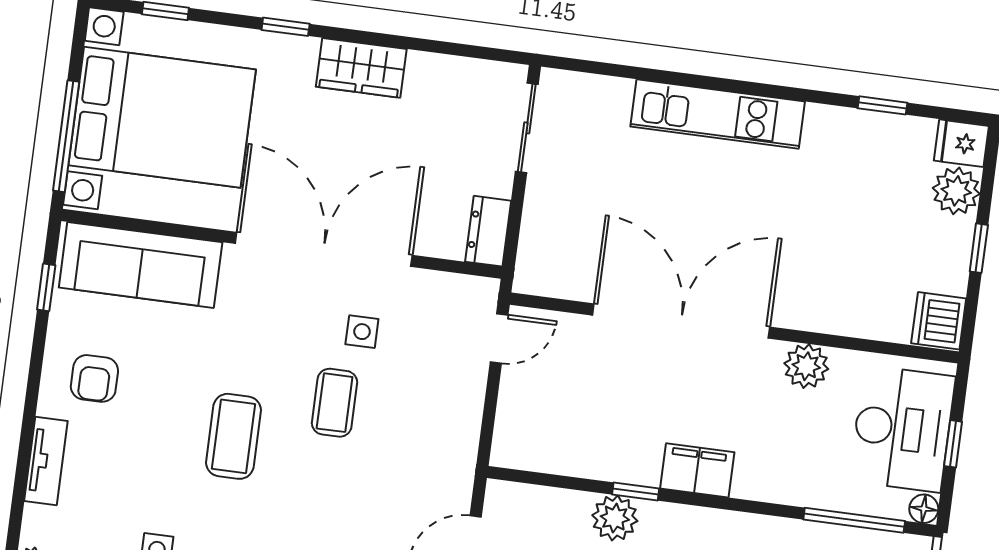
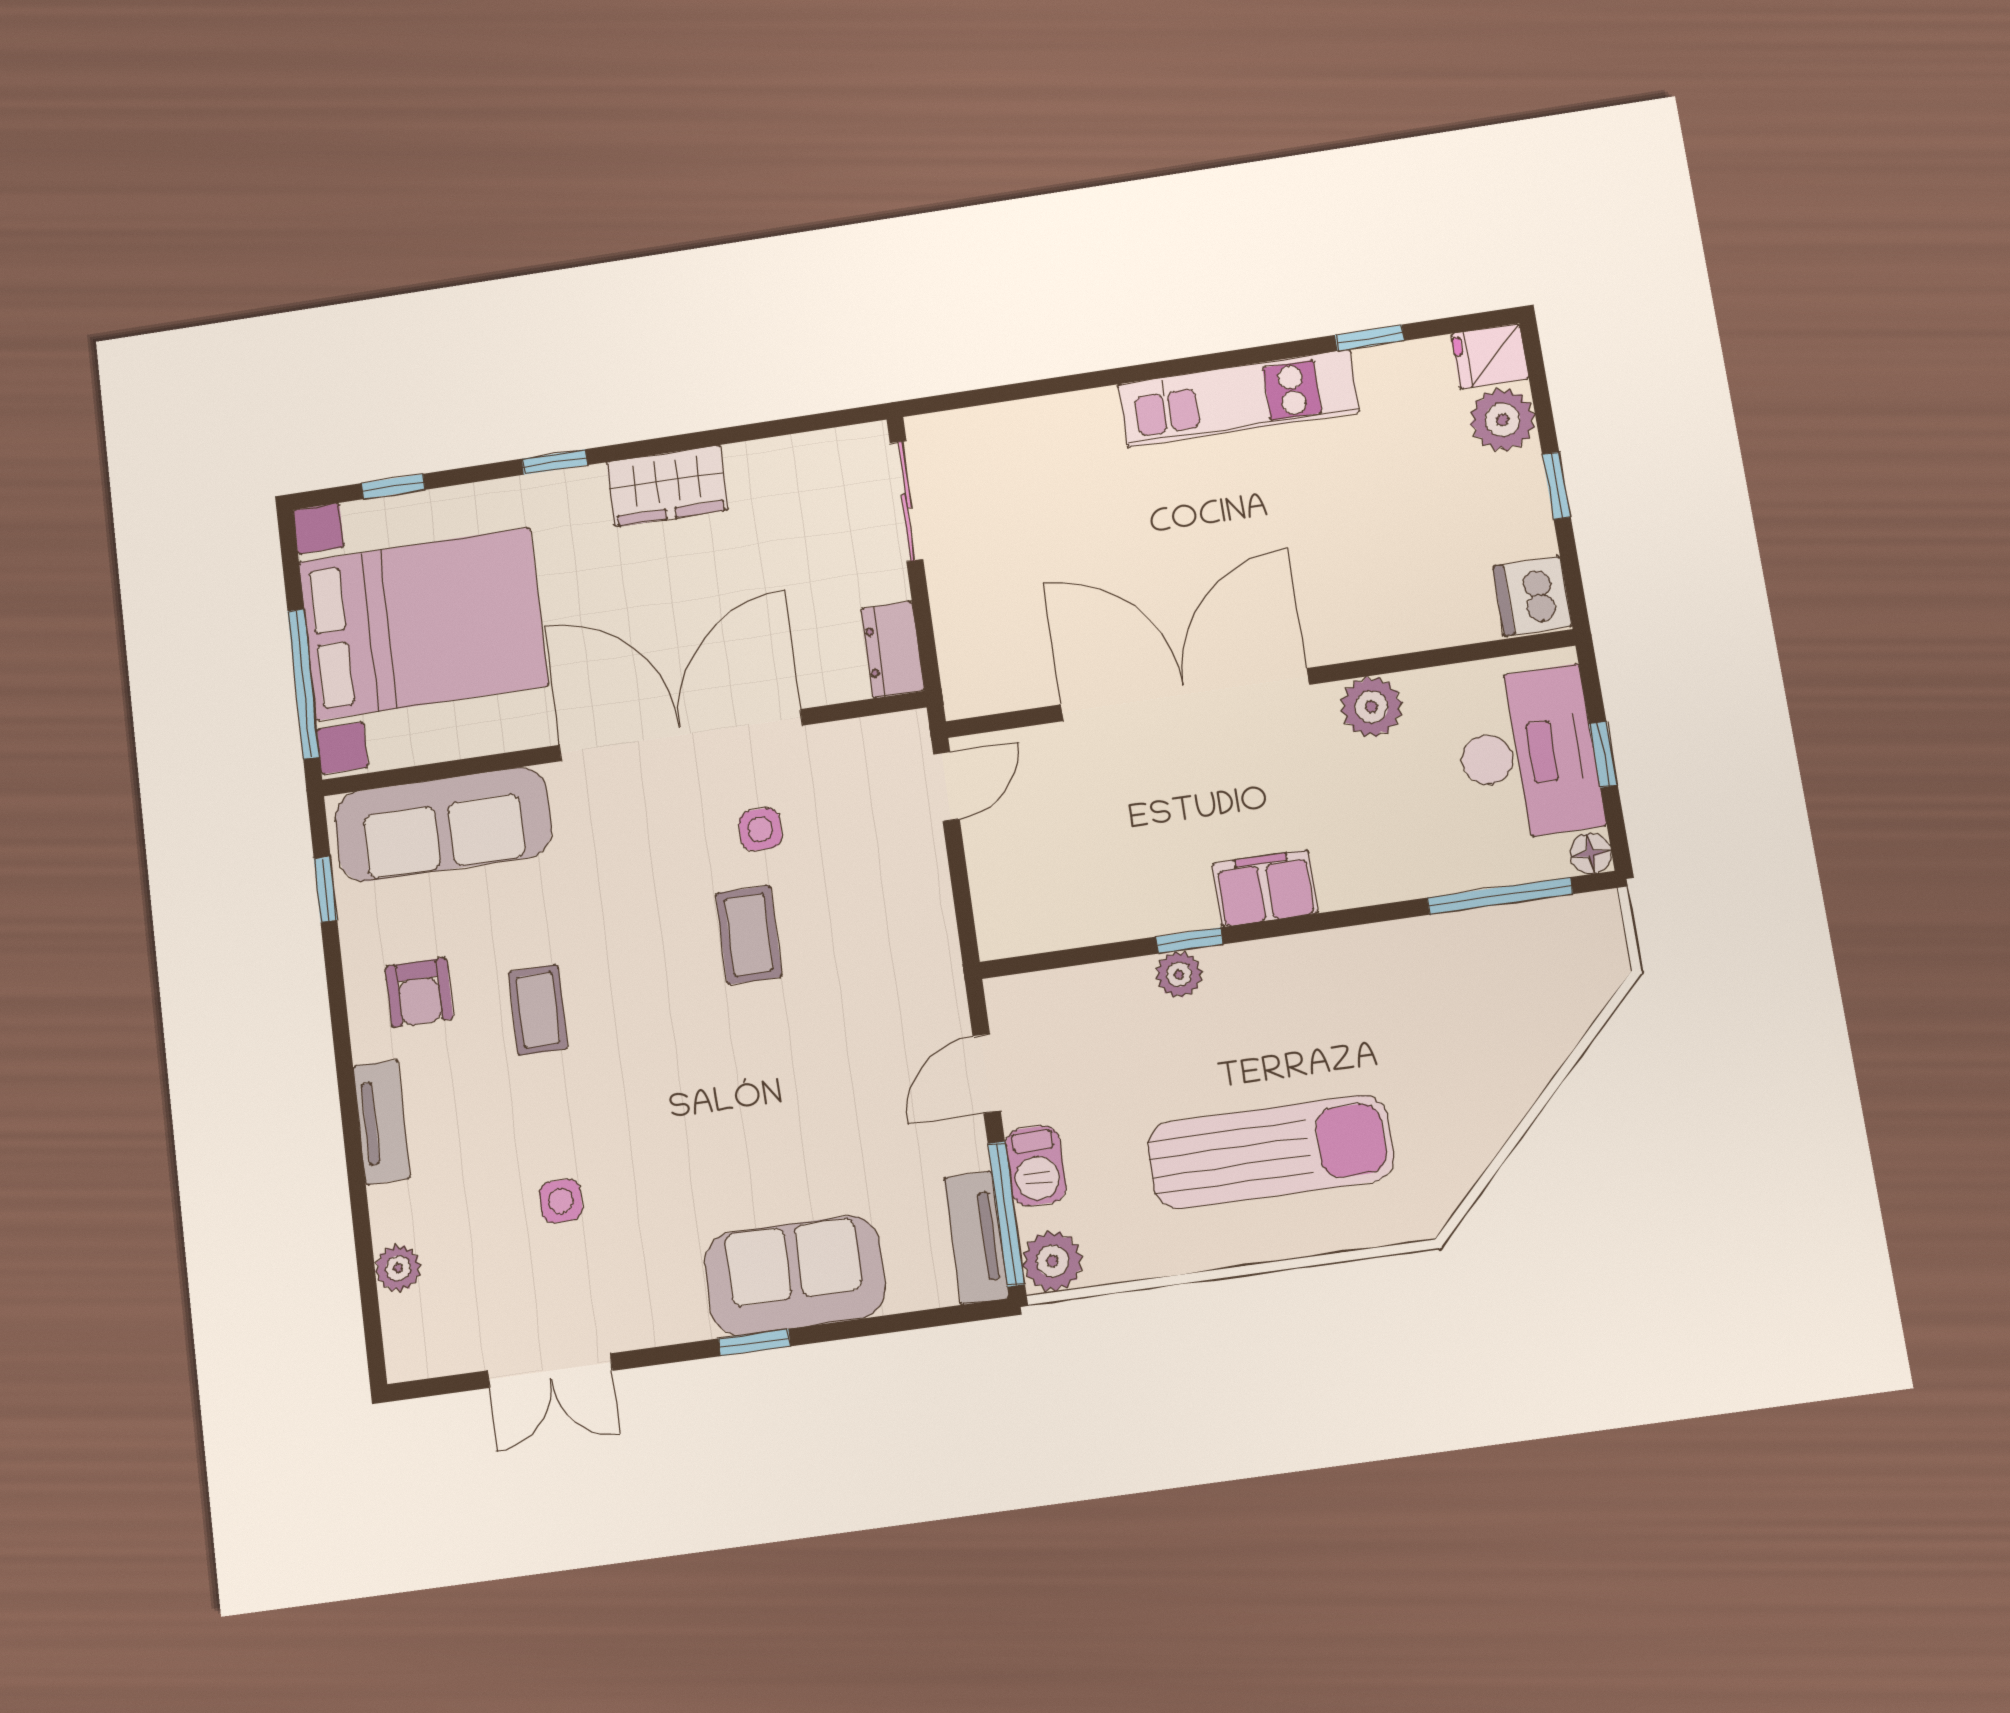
kitchen unit: (718, 114) -> (1239, 398), moved
coffee table: (233, 436) -> (538, 1010), moved, width x0.73, depth x0.77
plant: (615, 518) -> (1179, 974), width x0.73, depth x0.73

